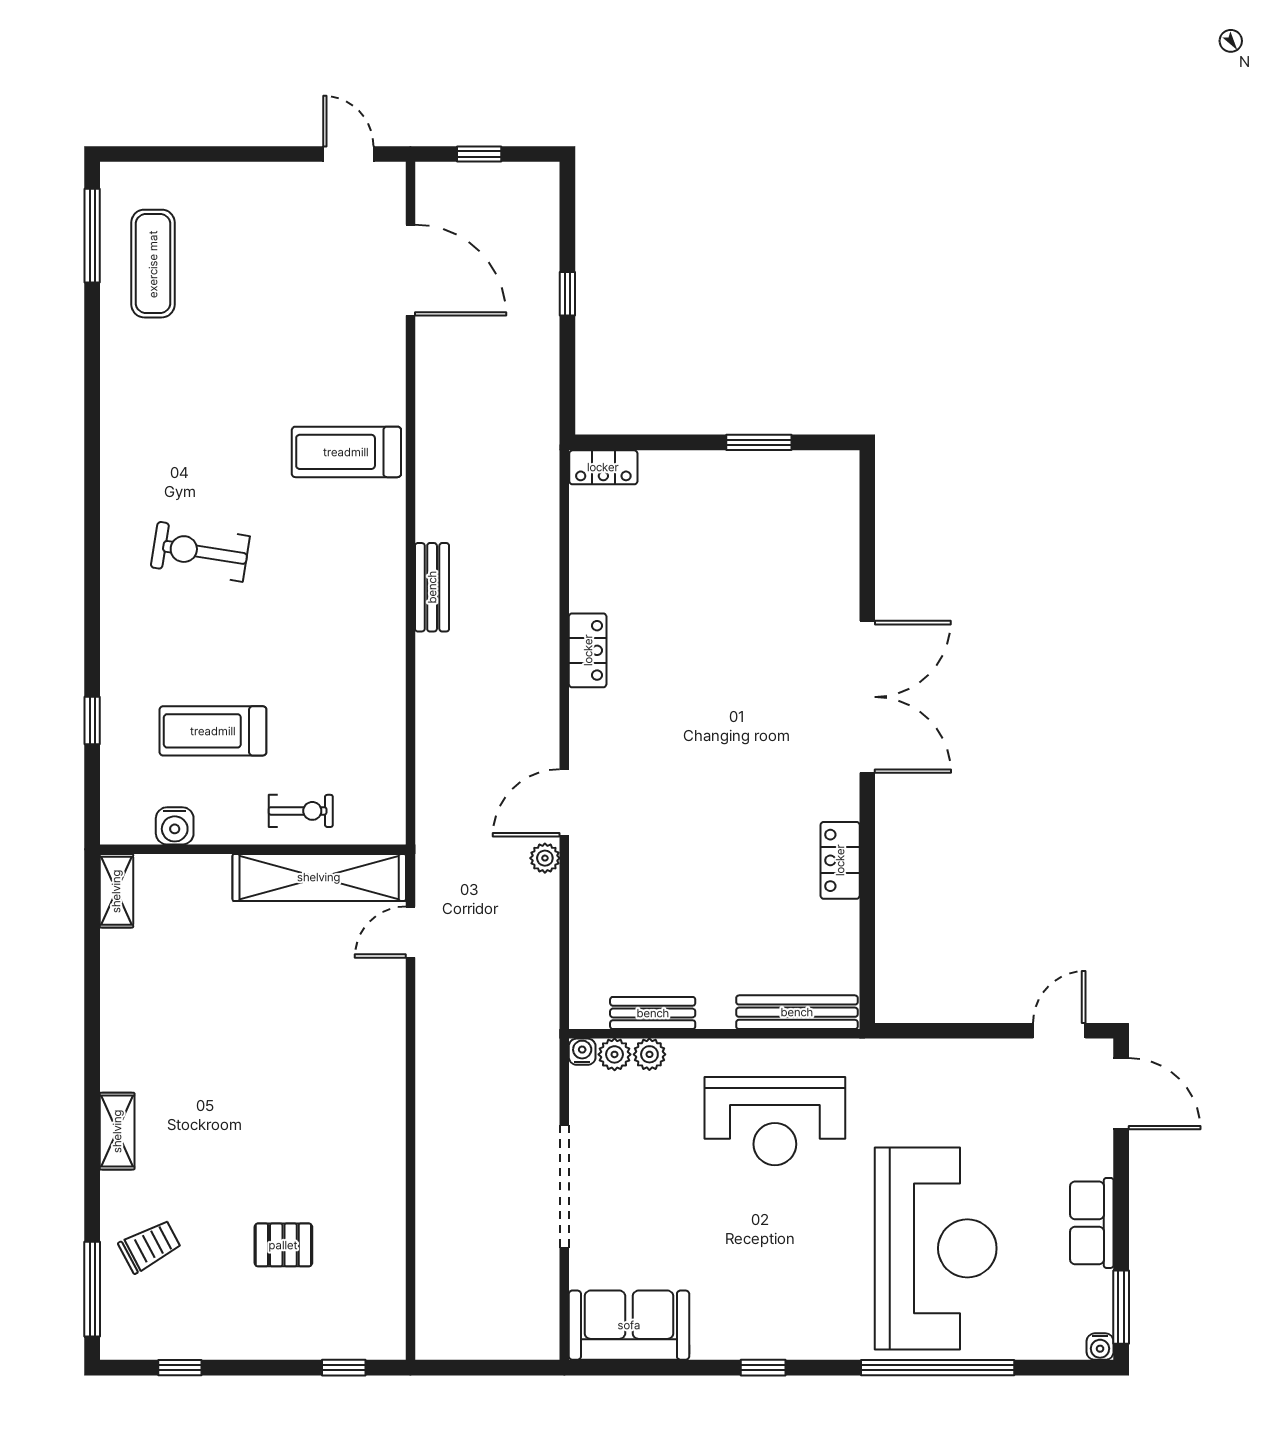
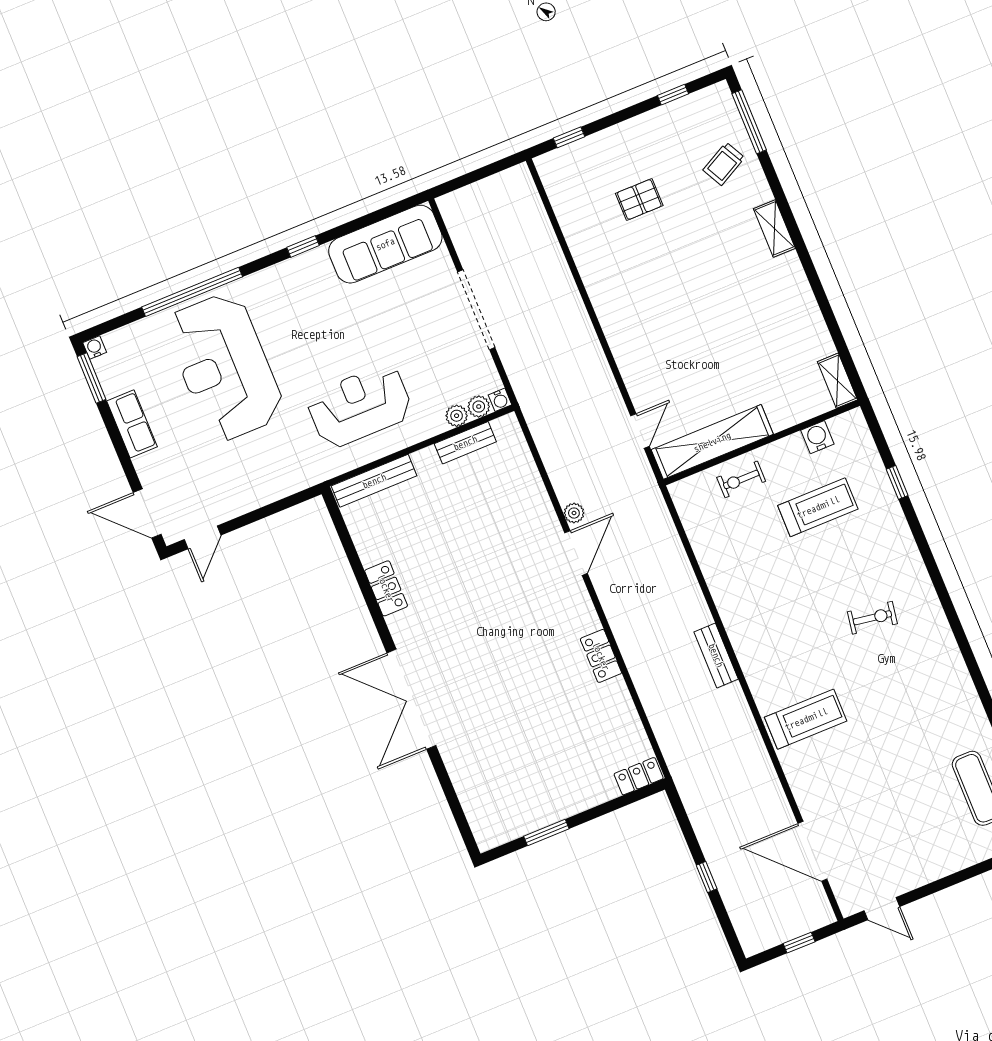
exercise bike: (200, 552) -> (872, 618), width x0.73, depth x0.72
sofa: (629, 1325) -> (385, 244), width x1.36

